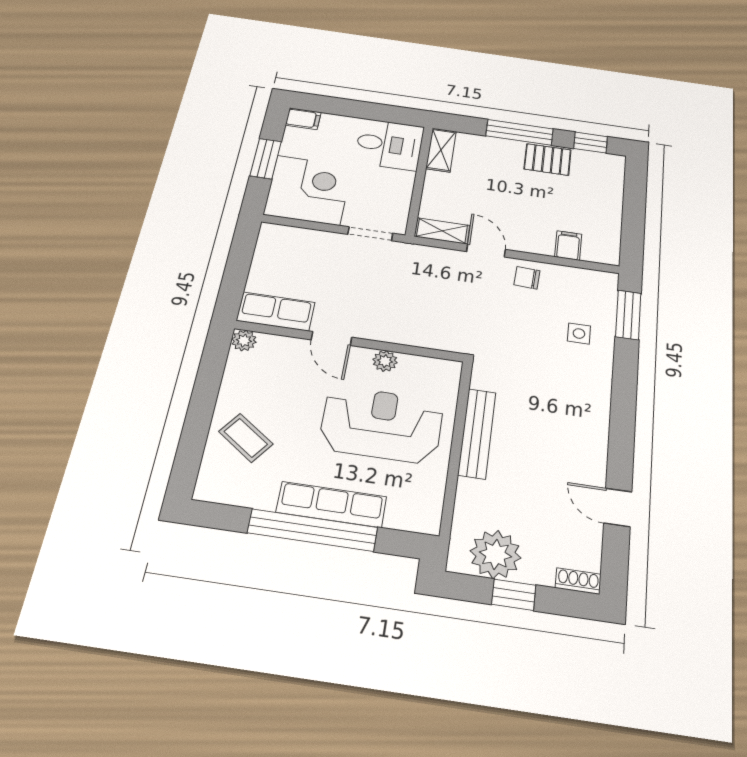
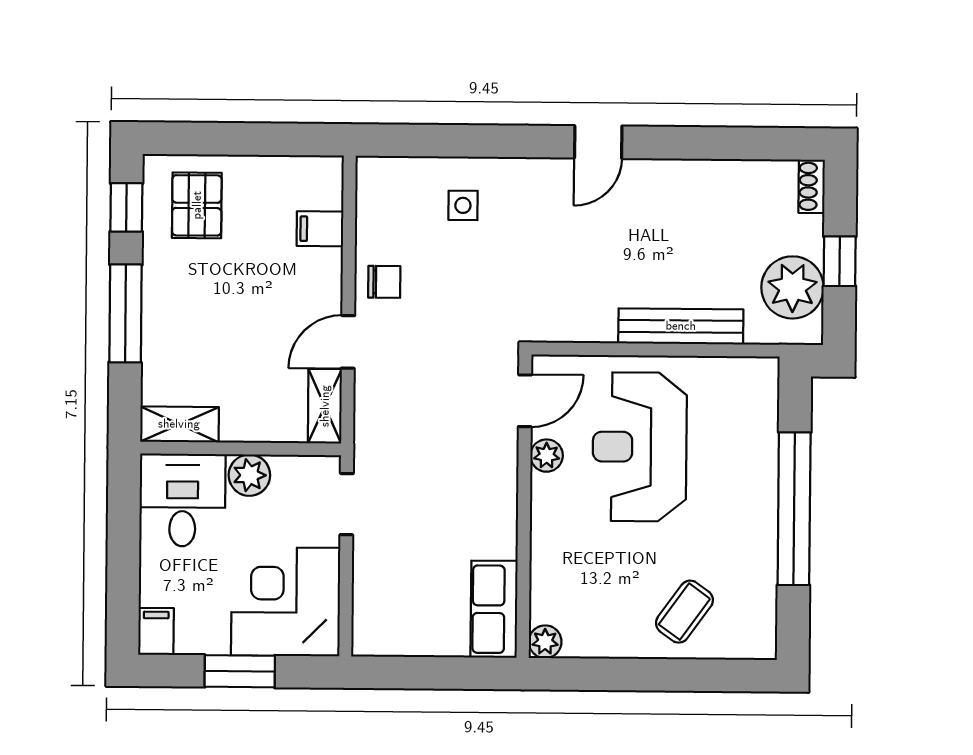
pallet: (548, 159) -> (197, 205), moved
plant: (400, 182) -> (249, 475), added
chair: (527, 278) -> (384, 282), turned -93
window: (628, 315) -> (422, 140), removed
door: (331, 339) -> (525, 401), moved
bench: (477, 433) -> (681, 326), moved
row of seats: (331, 504) -> (758, 492), removed
door: (618, 507) -> (598, 142), moved

